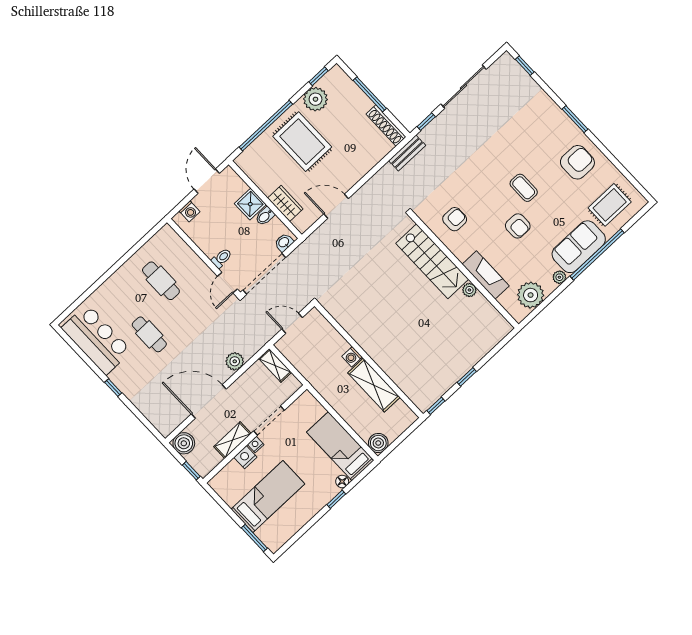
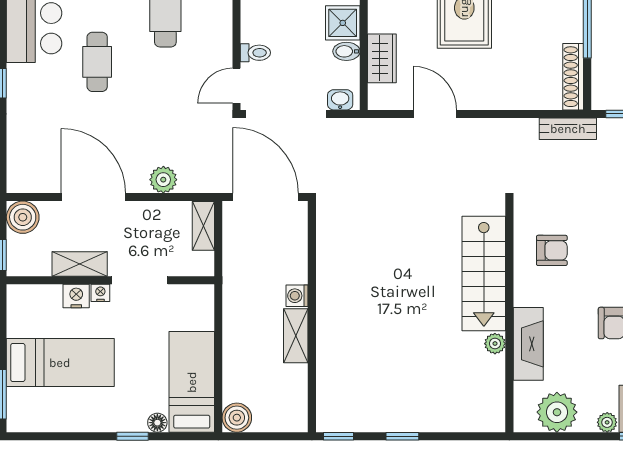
door: (292, 323) -> (266, 197), width x1.87
shelving: (374, 385) -> (296, 336), width x0.67, depth x0.75

